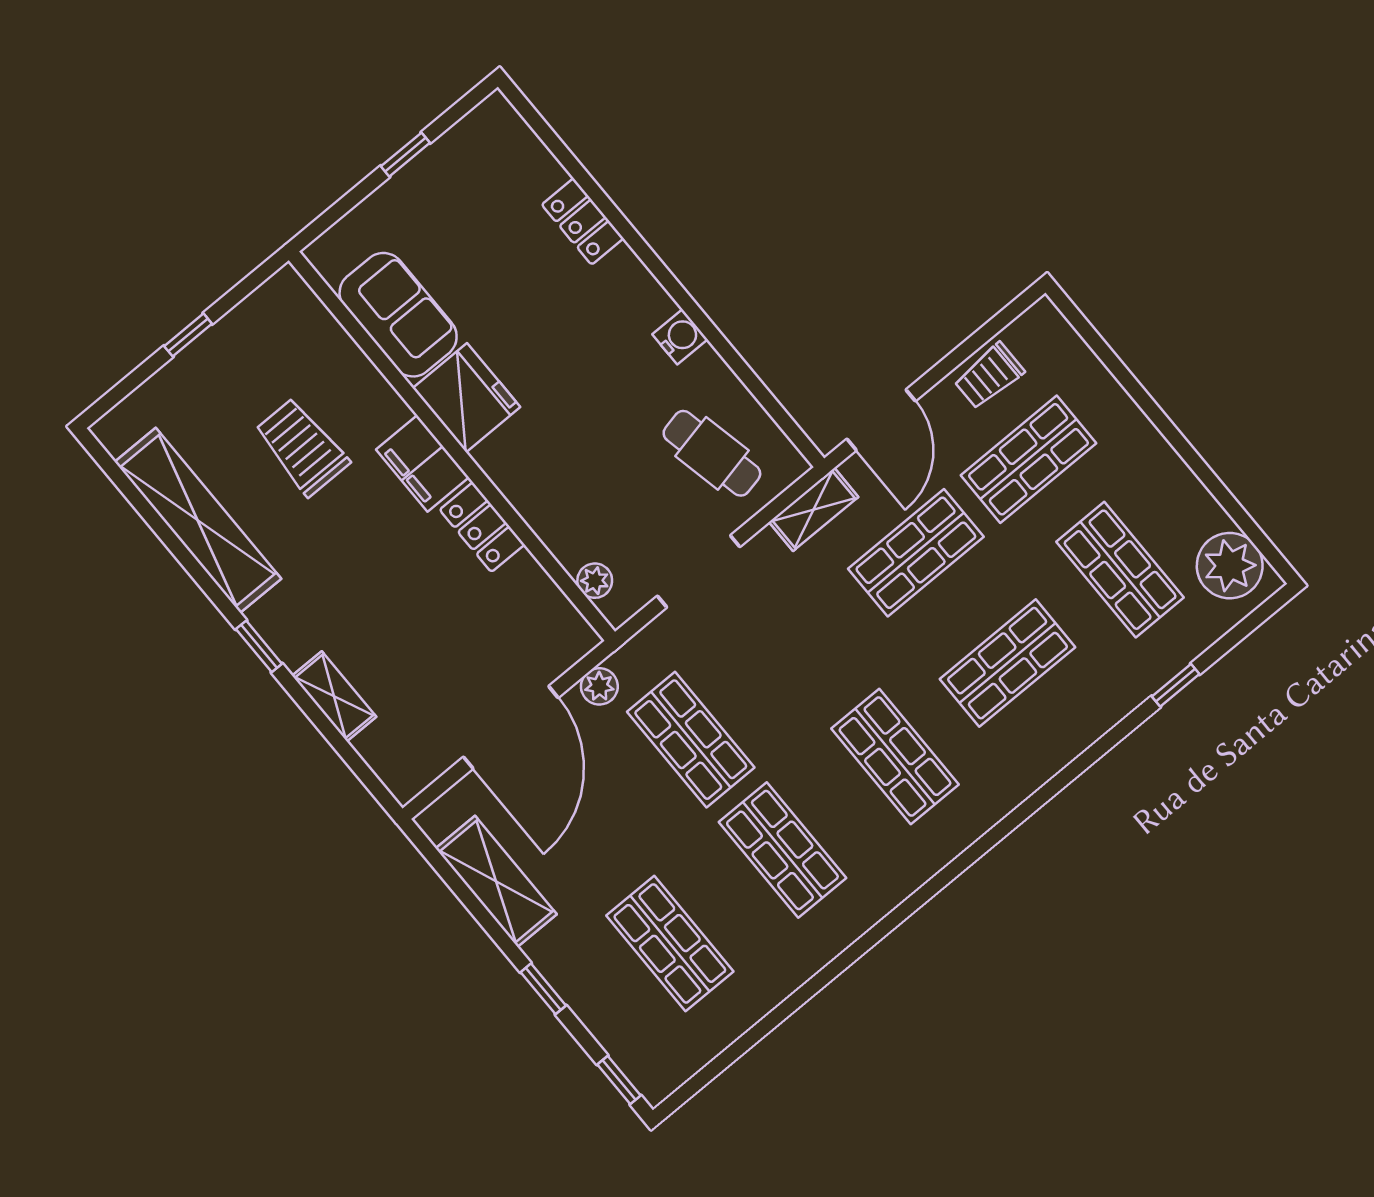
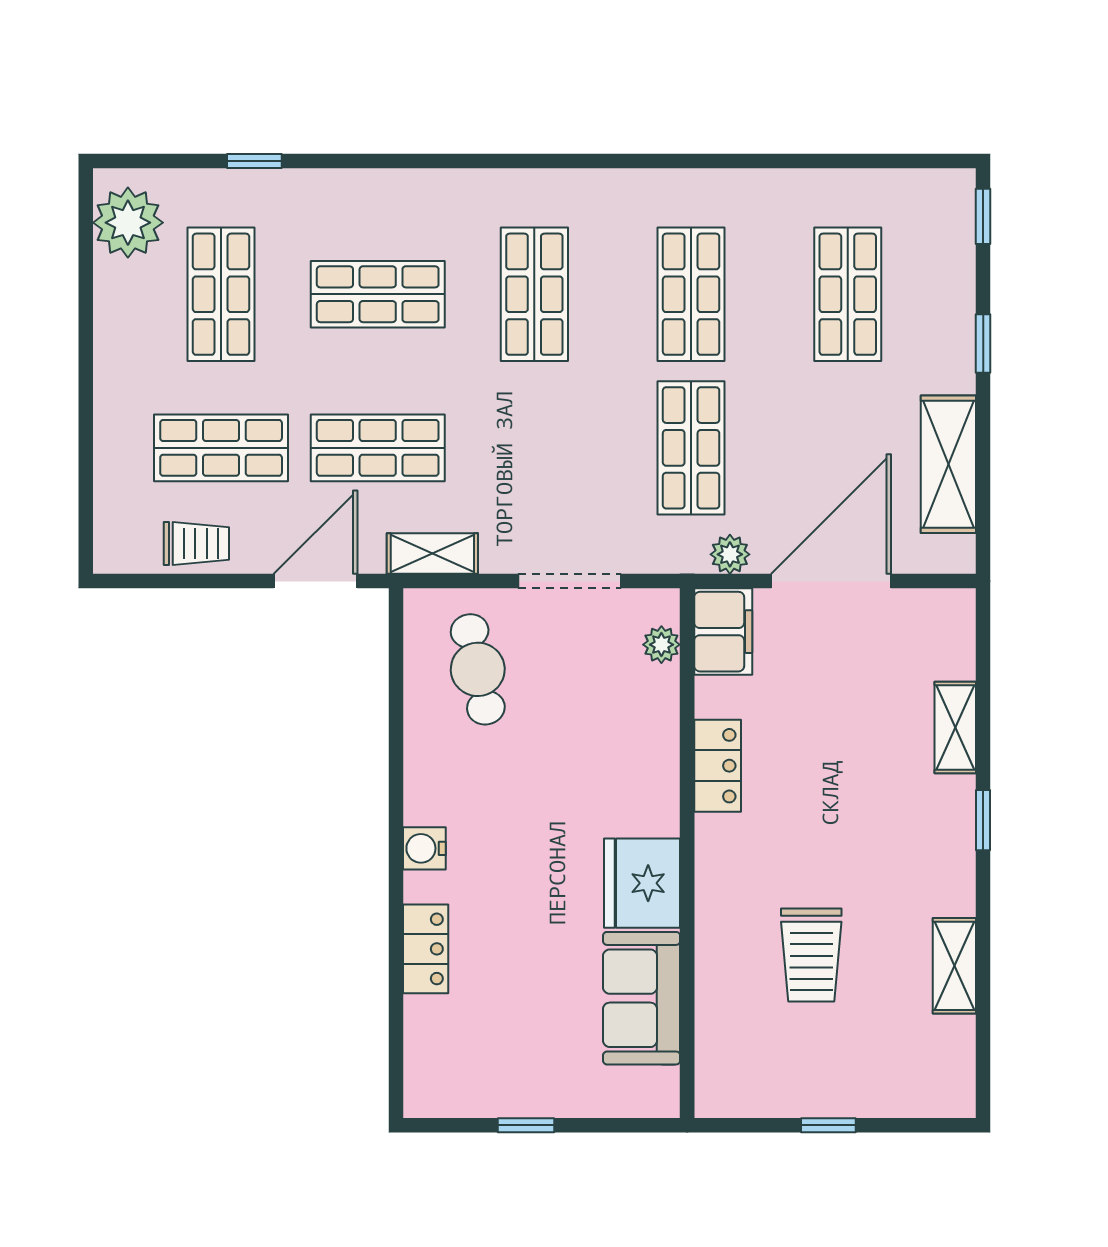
water cooler: (680, 337) -> (424, 848), moved
filing cabinet: (422, 463) -> (723, 632), moved
shelving: (198, 520) -> (954, 966), width x0.45, depth x0.75

